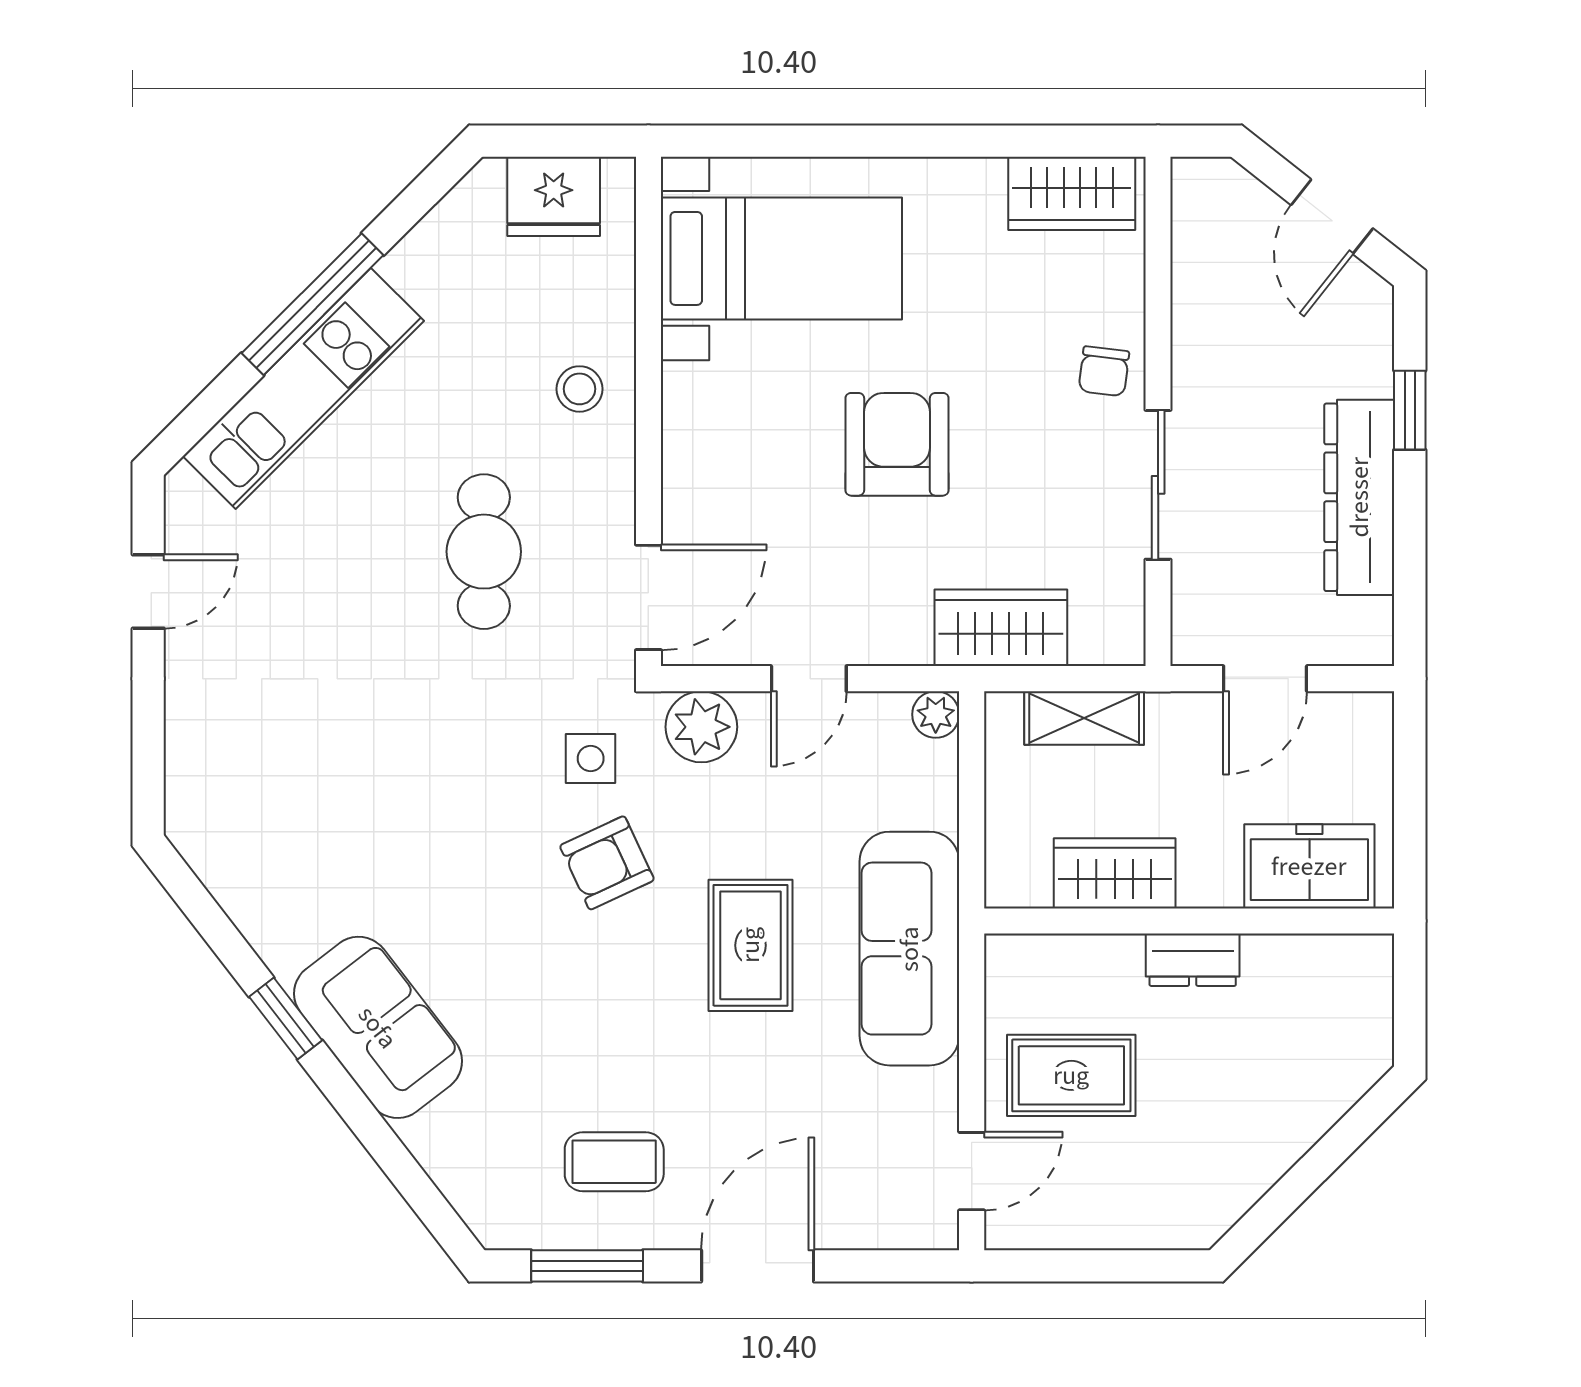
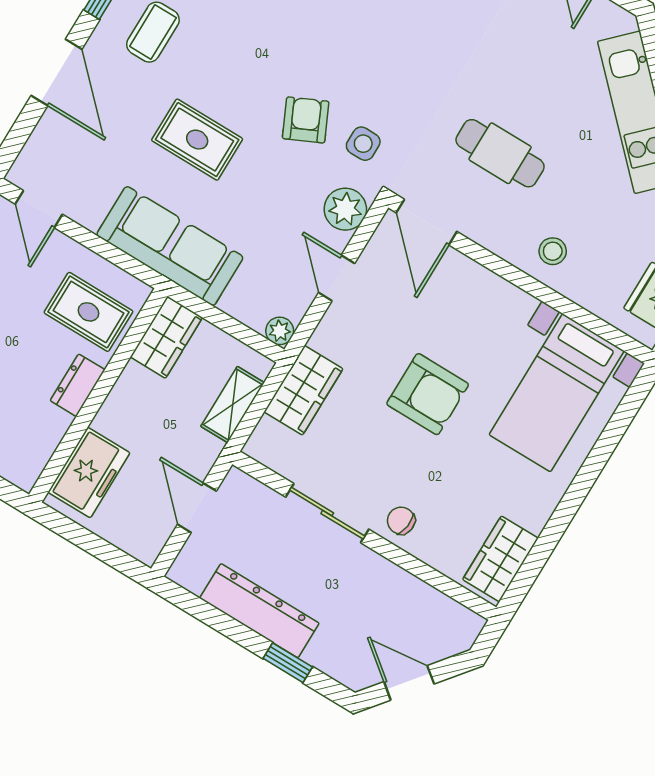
wardrobe: (1115, 873) -> (166, 337), moved
rug: (750, 945) -> (197, 140), moved
rug: (1071, 1075) -> (88, 312), moved, turned 90

